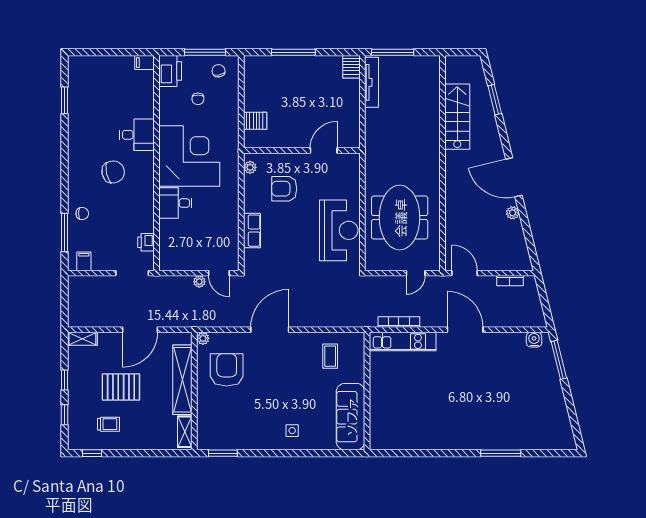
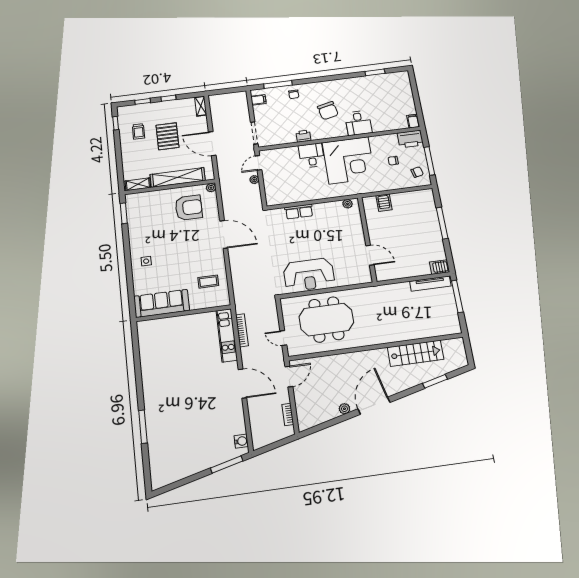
armchair: (284, 189) -> (335, 230), removed
printer: (146, 242) -> (303, 136), moved
door: (219, 273) -> (258, 163), moved
door: (465, 330) -> (242, 383), hinge flipped

